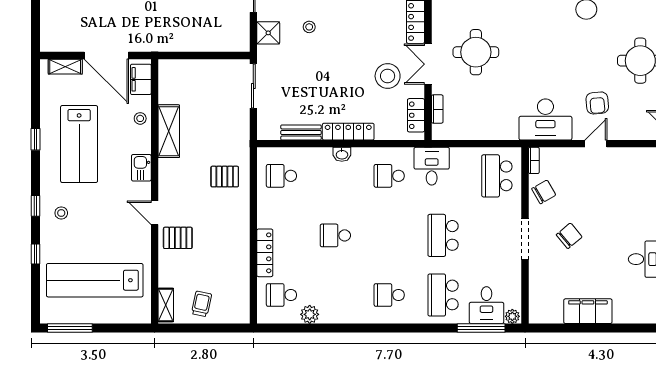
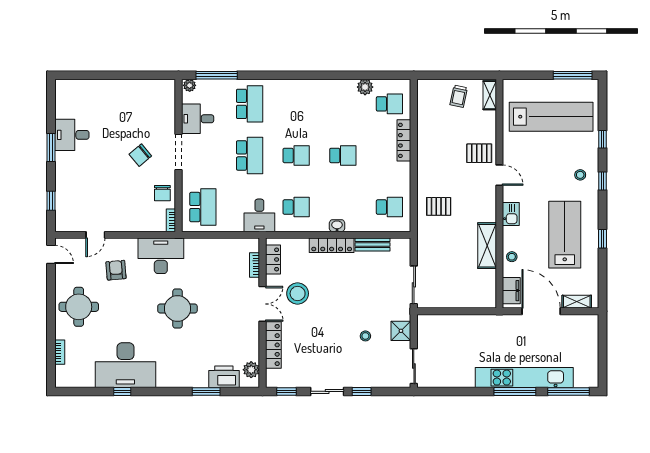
round table: (476, 52) -> (177, 309), moved
door: (596, 144) -> (95, 235), moved
chair: (544, 192) -> (162, 193), turned -60
school desk: (389, 295) -> (296, 155), moved
desk: (486, 305) -> (198, 119), moved, turned -90
filing cabinet: (588, 311) -> (124, 90), removed

